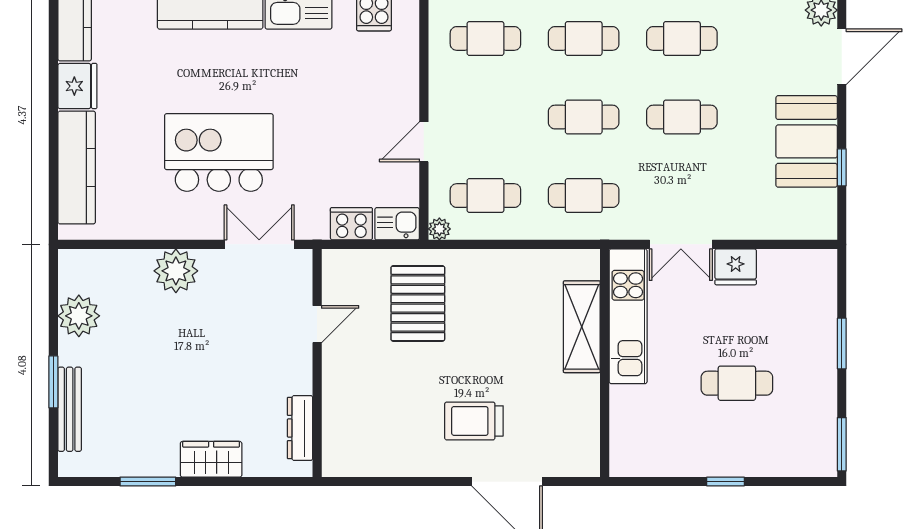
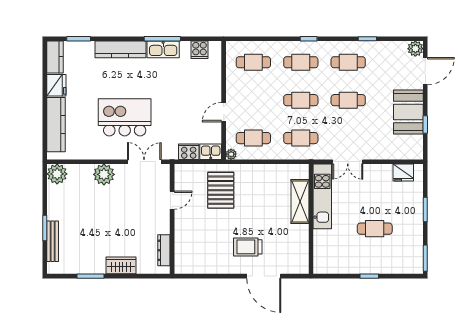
fridge: (736, 267) -> (403, 172), moved
plant: (79, 316) -> (57, 174), moved

